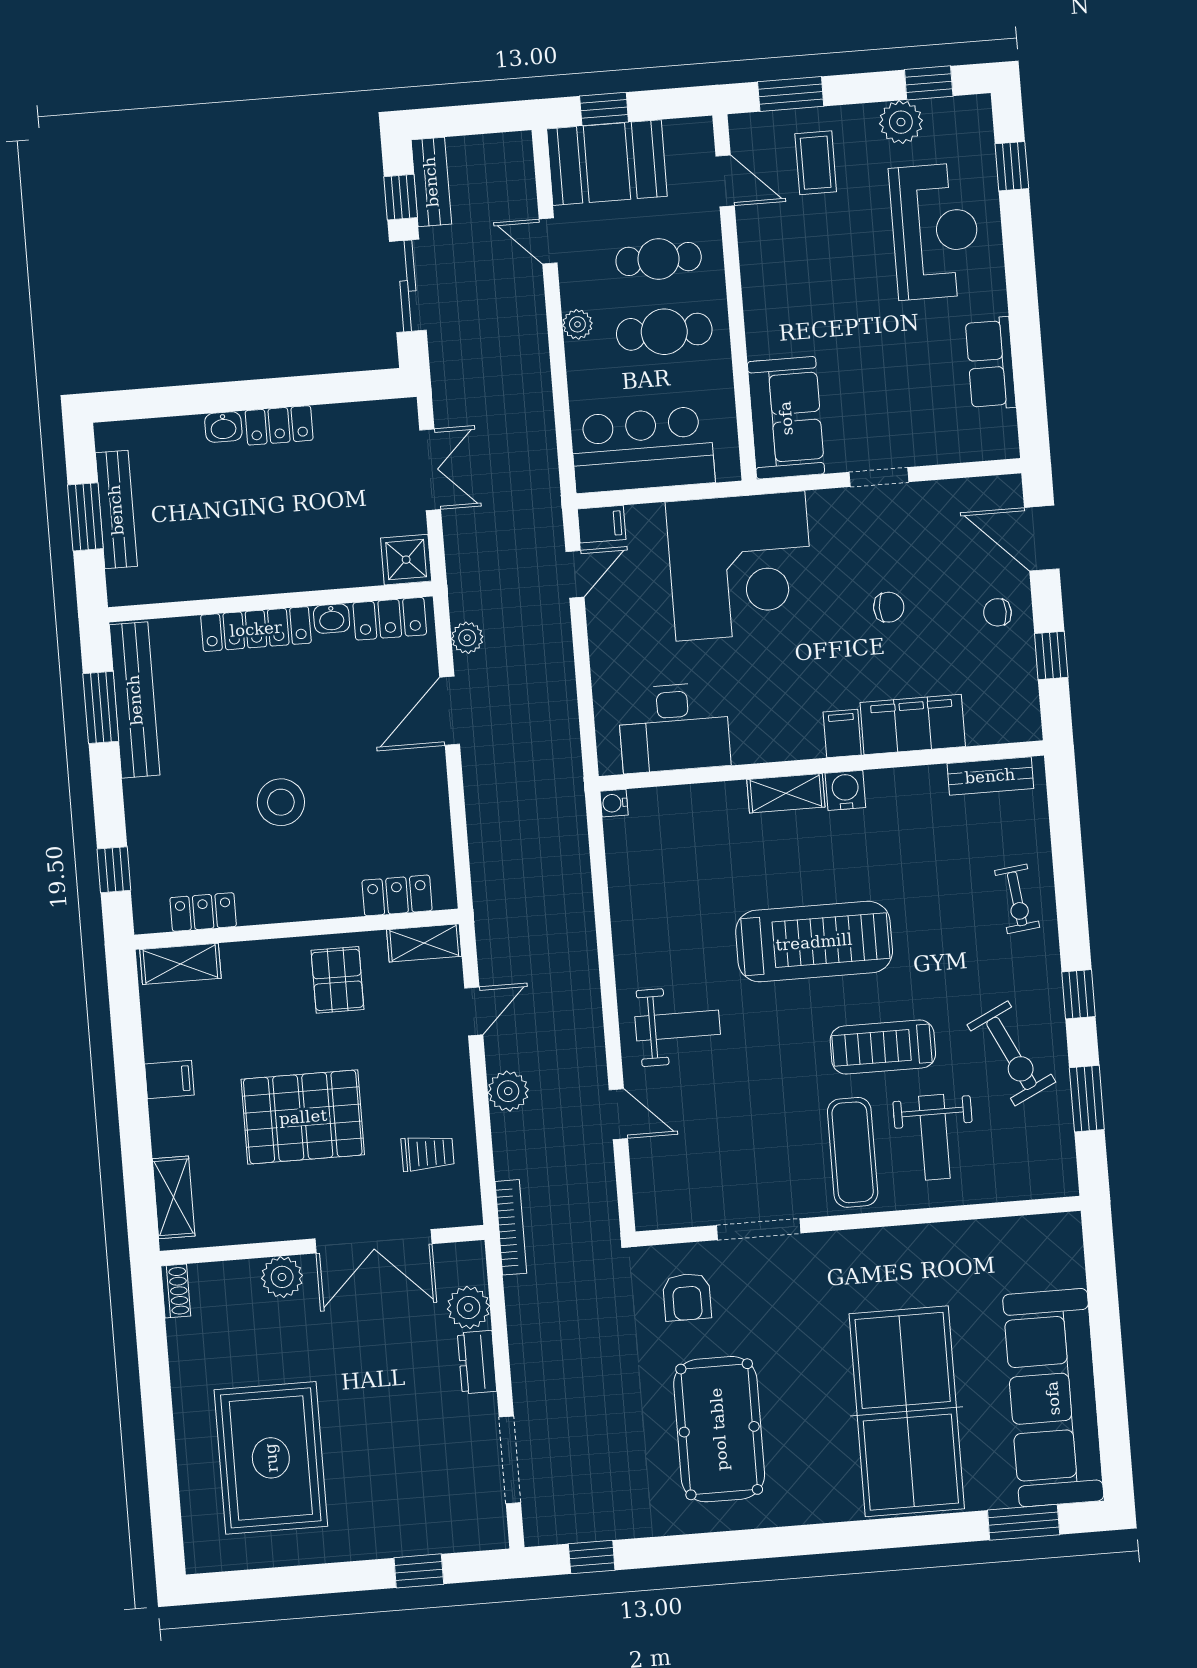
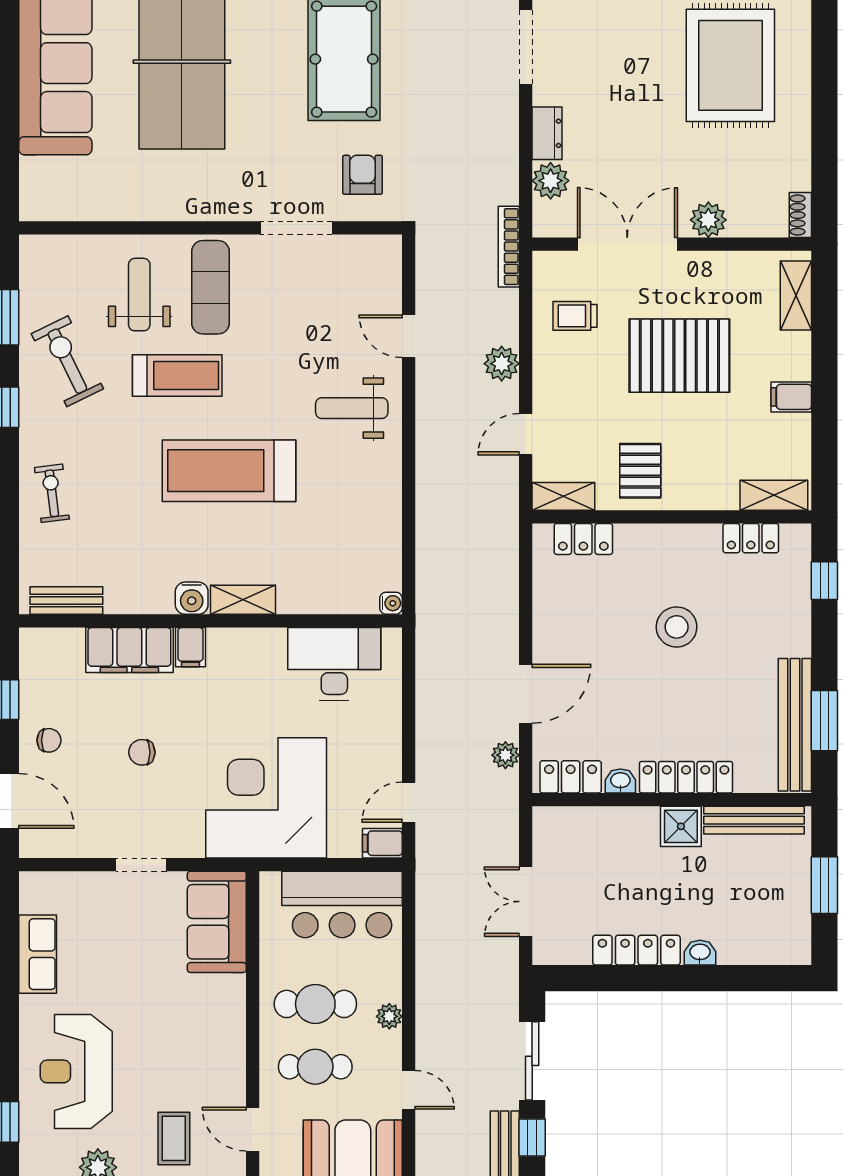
locker: (279, 425) -> (636, 950), width x1.53
bench: (116, 510) -> (754, 820), moved, turned 90
shower: (406, 560) -> (681, 826), moved

